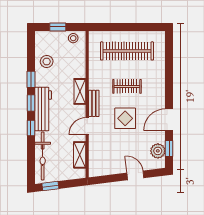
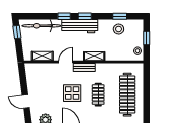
window: (31, 79) -> (120, 16), moved
door: (87, 126) -> (66, 62), hinge flipped
door: (135, 175) -> (26, 101), swing flipped

